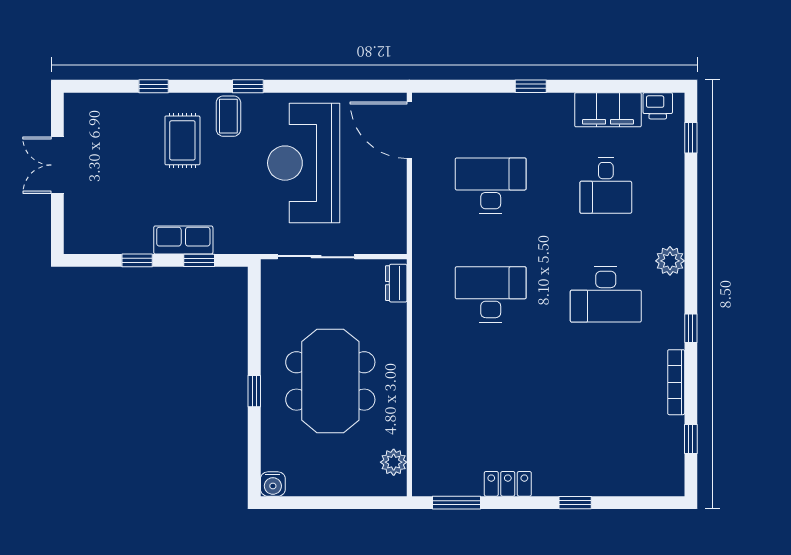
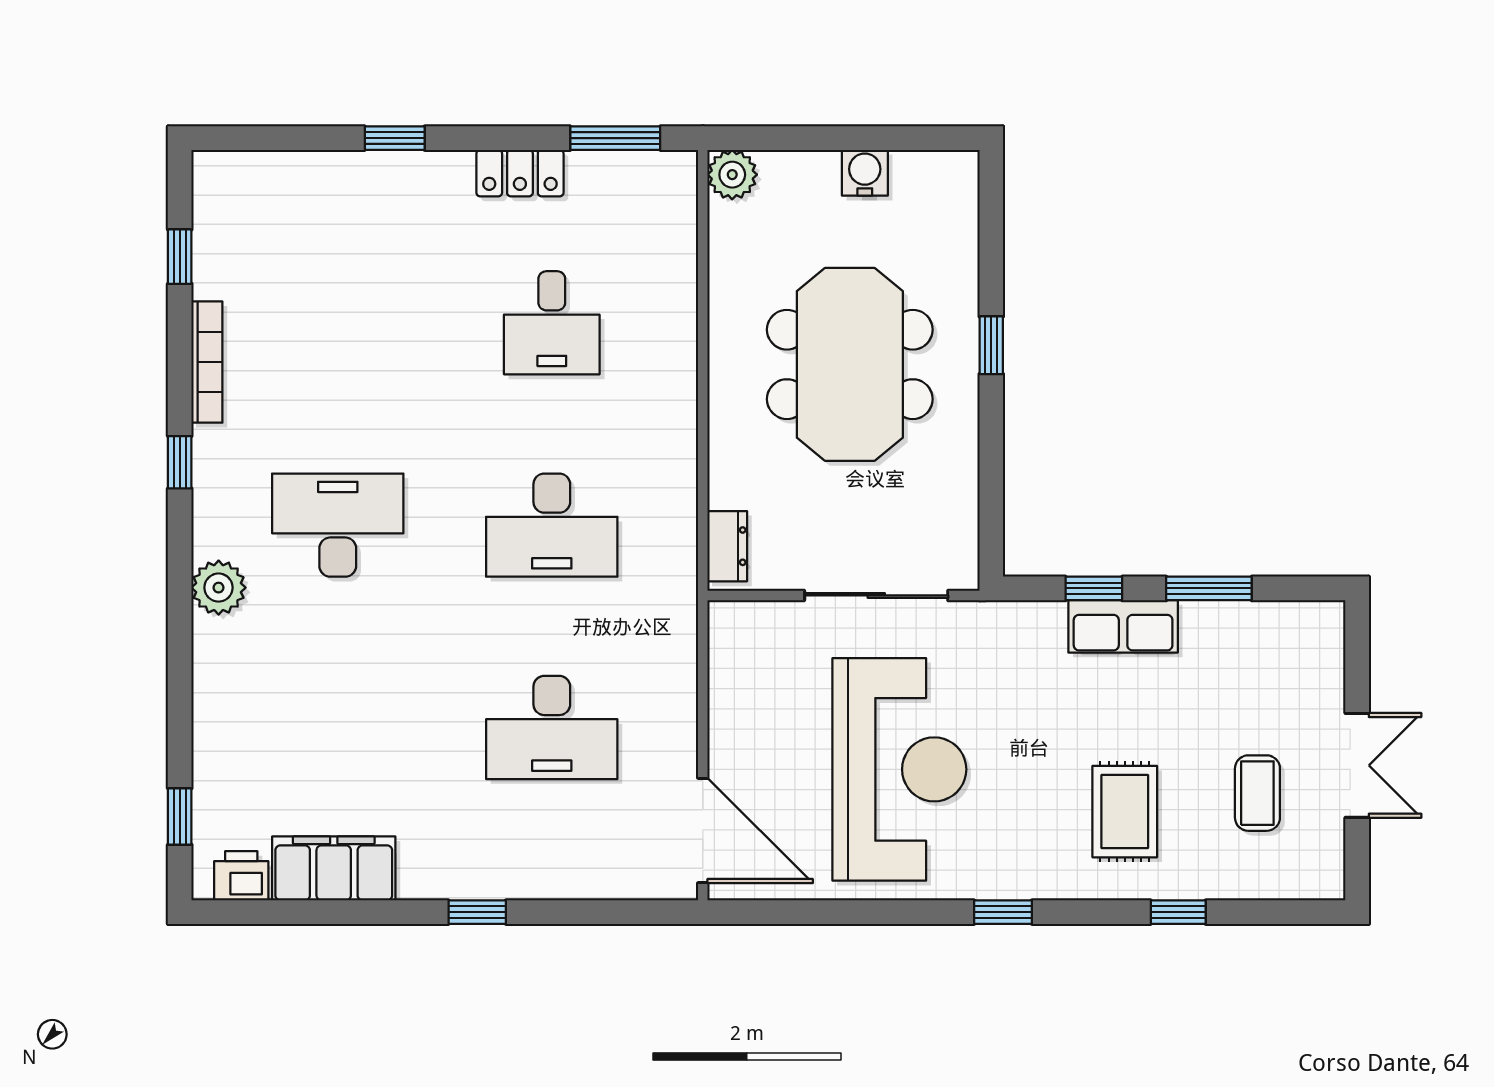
coffee table: (228, 116) -> (1257, 793), moved
desk: (606, 186) -> (552, 323), moved, turned 180
window: (137, 260) -> (1209, 588), width x1.50
plant: (394, 462) -> (732, 175), moved
water cooler: (273, 484) -> (865, 173), moved

